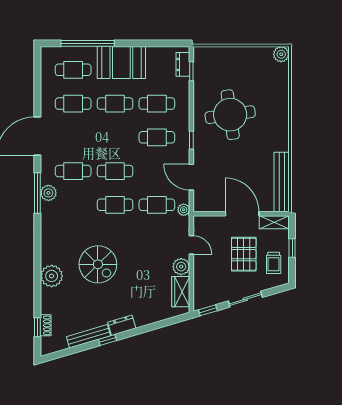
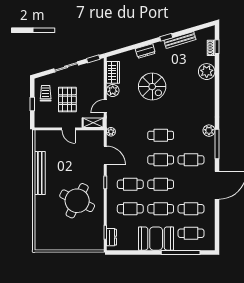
plant: (281, 54) -> (40, 245), removed
round table: (230, 115) -> (77, 201), turned 34
bench: (282, 182) -> (40, 173), moved
plant: (48, 193) -> (209, 131), moved
cafe table: (157, 205) -> (161, 184), moved
door: (242, 214) -> (68, 129), width x0.53
shelving: (274, 222) -> (93, 123), moved
door: (191, 245) -> (105, 106), hinge flipped
spiral stairs: (98, 264) -> (152, 87), moved, turned 180
plant: (52, 276) -> (207, 72), moved
dresser: (122, 325) -> (145, 51), moved

